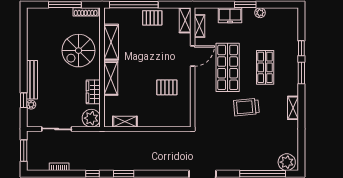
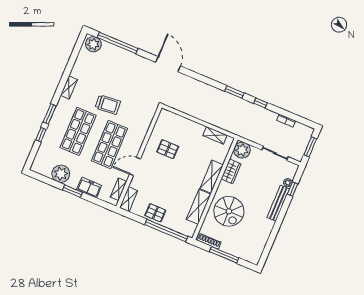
plant: (260, 13) -> (61, 174), width x1.88, depth x1.88
spiral stairs: (79, 51) -> (229, 211), turned 90
shop shelf: (265, 67) -> (78, 131), width x1.43, depth x1.36

